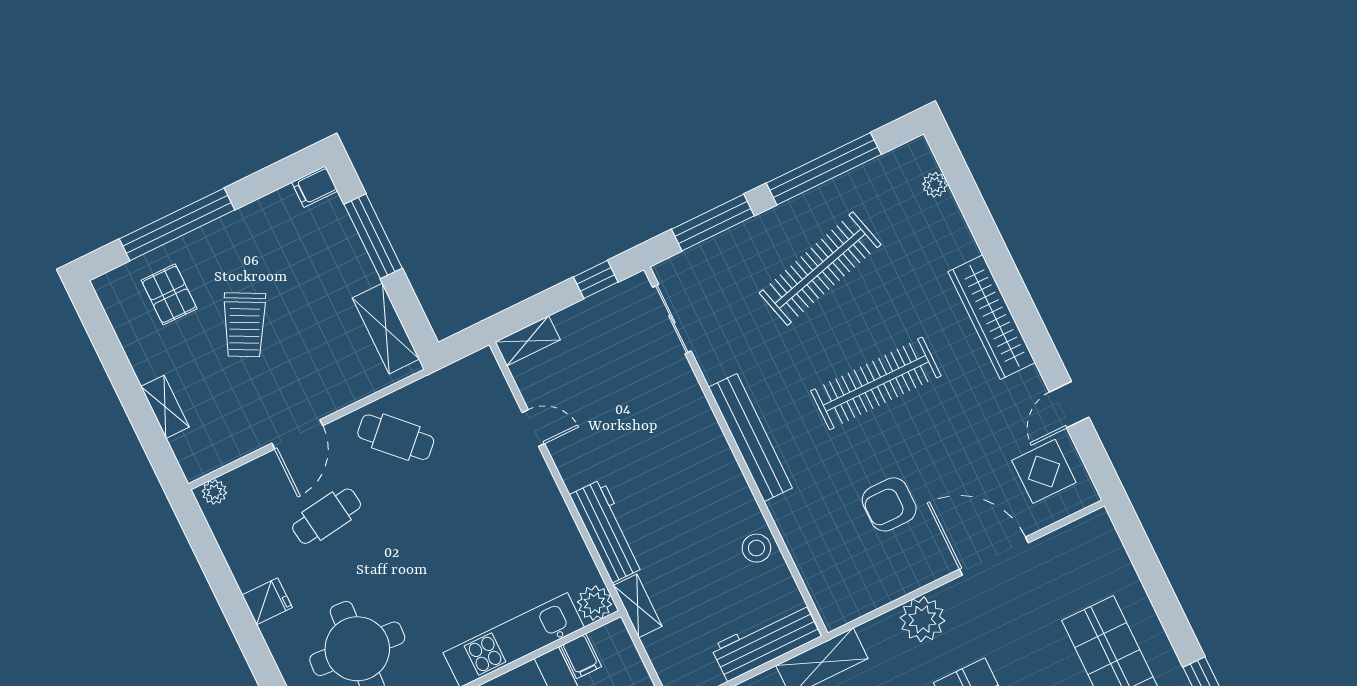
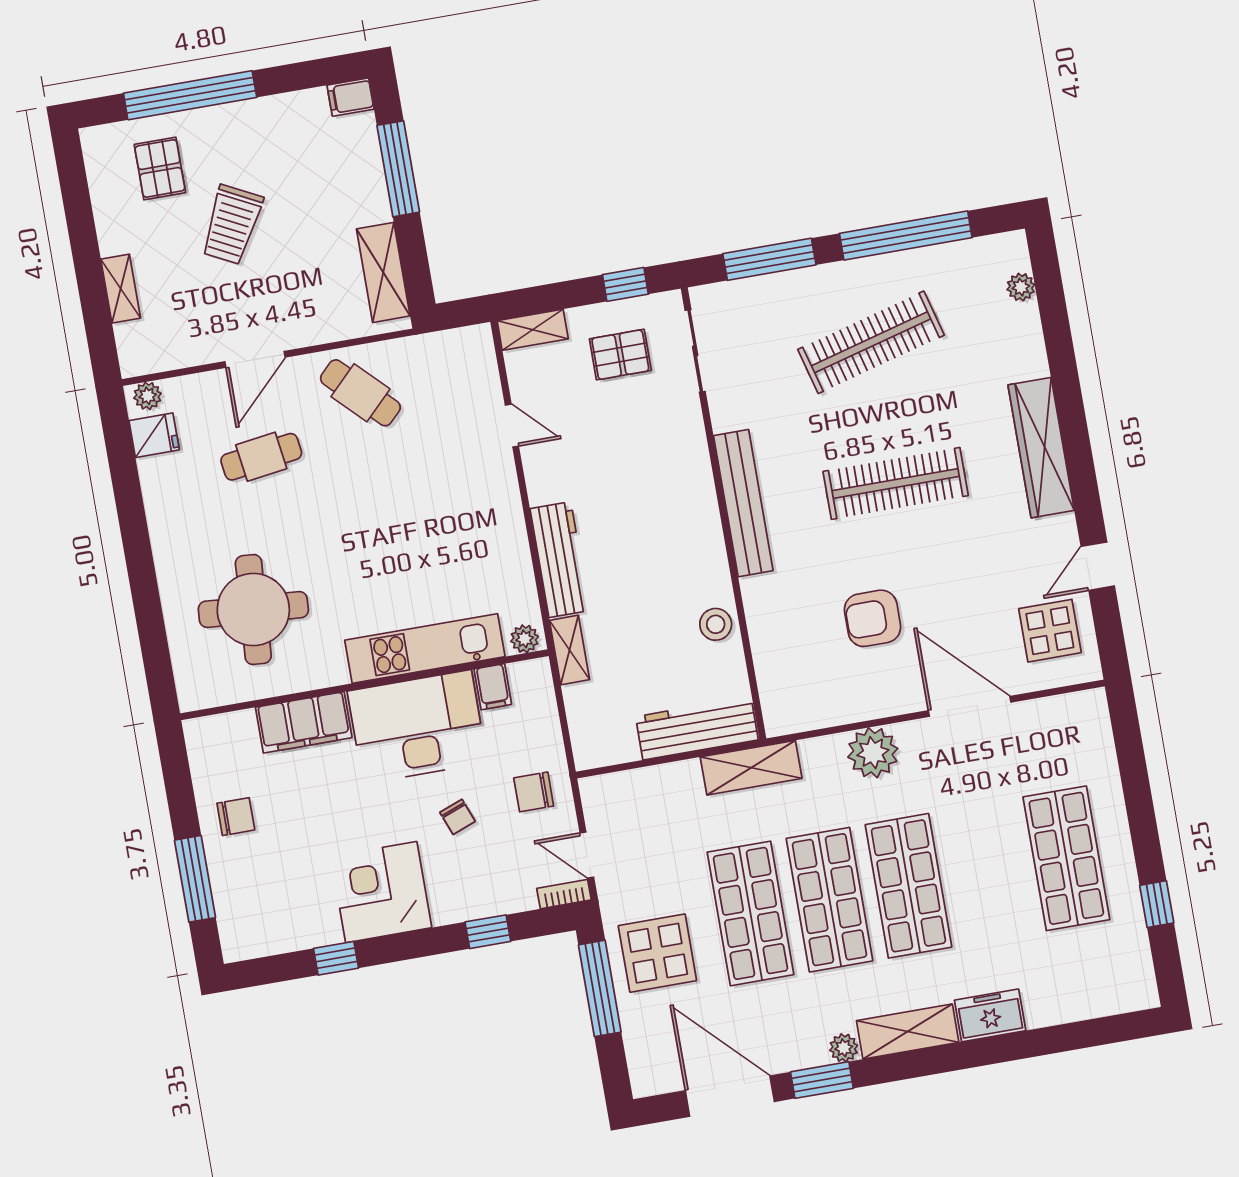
pallet: (609, 341) -> (620, 355), added
fridge: (267, 601) -> (154, 435), moved
plant: (594, 603) -> (525, 639), width x0.73, depth x0.73

